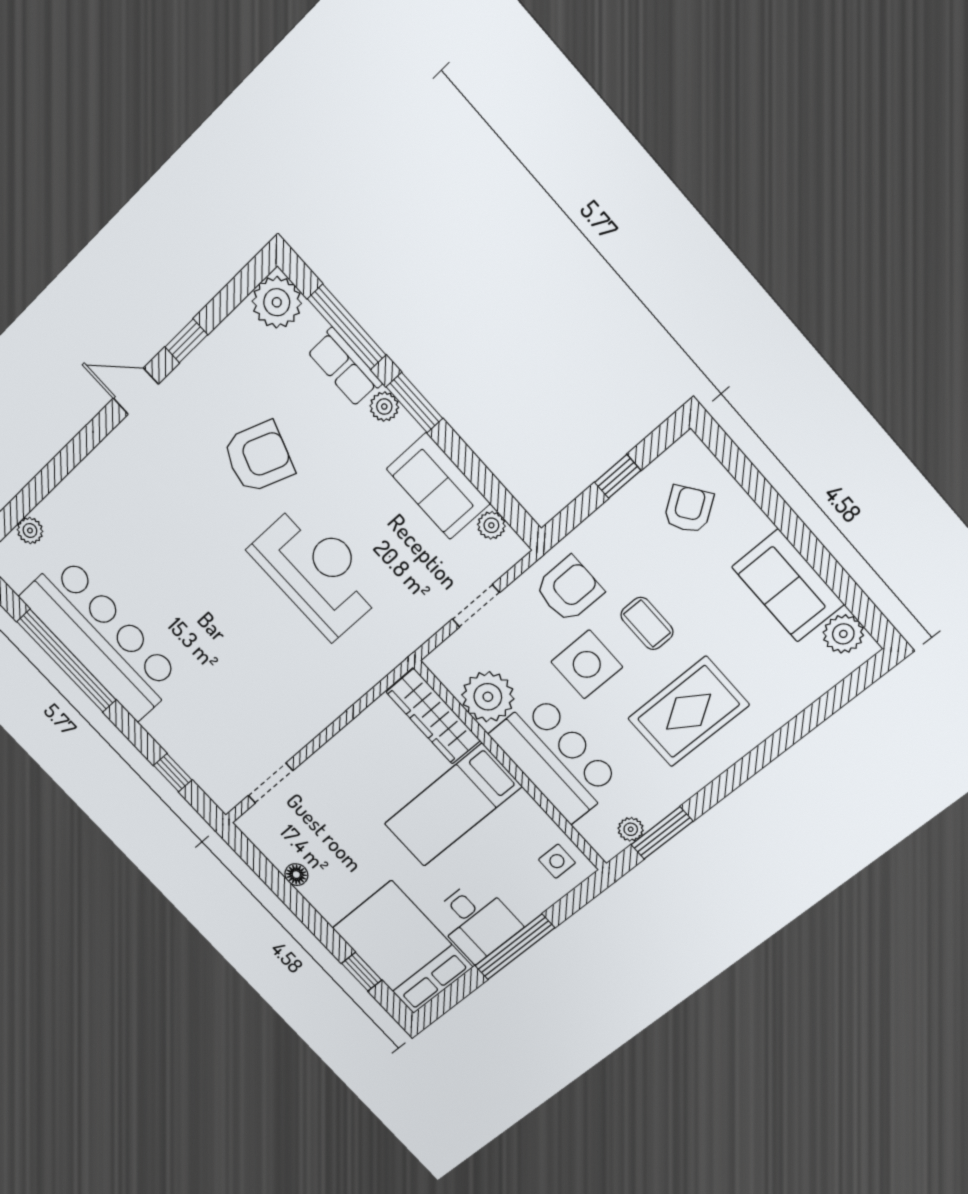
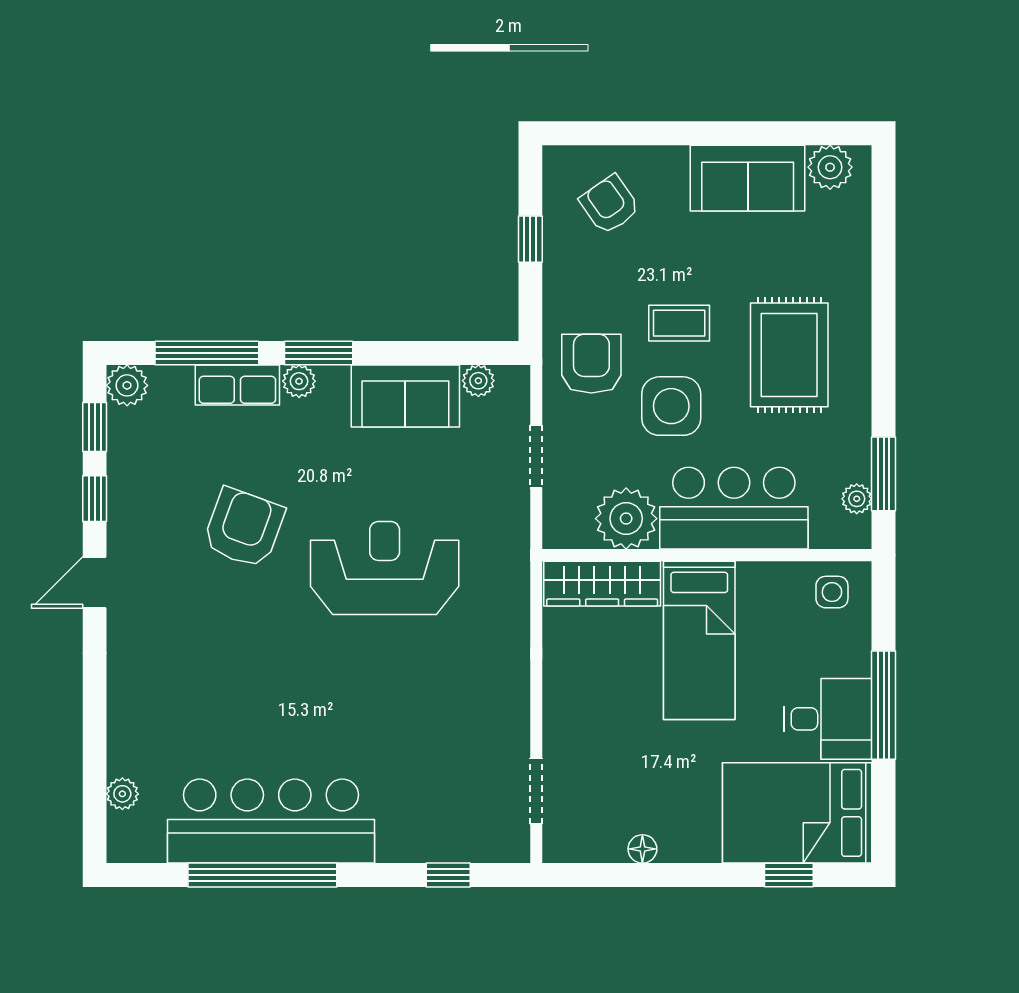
window: (231, 296) -> (95, 427), added
plant: (277, 302) -> (127, 385), width x0.73, depth x0.73

